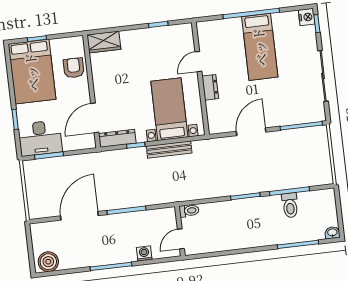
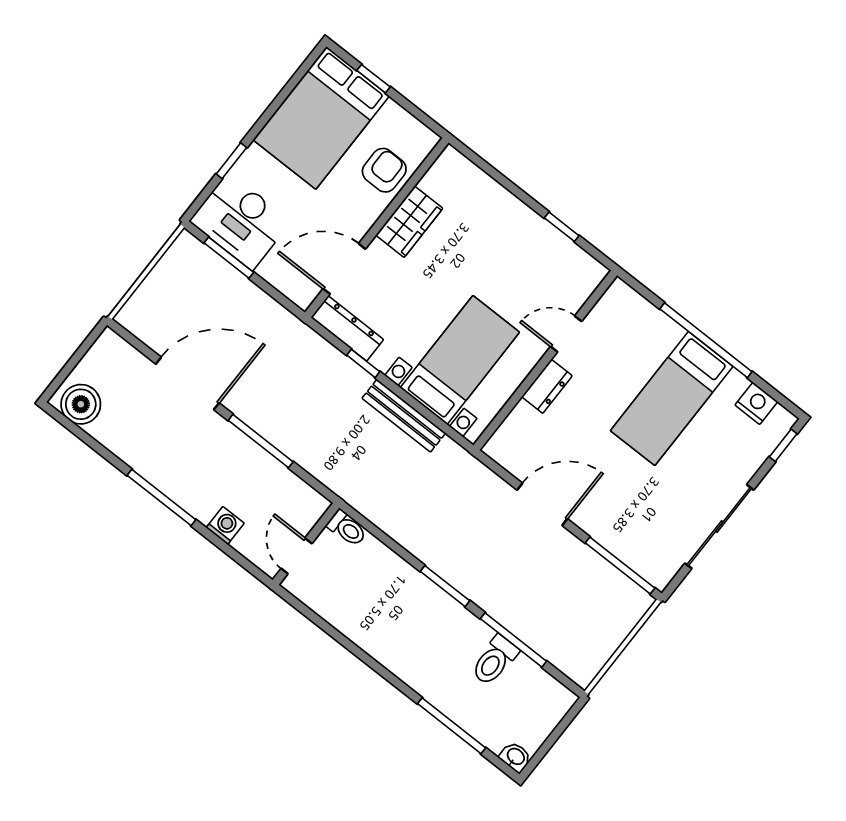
nightstand: (307, 17) -> (756, 403), moved, turned -90
wardrobe: (104, 42) -> (409, 222), moved, turned -90
door: (181, 239) -> (296, 556), hinge flipped

